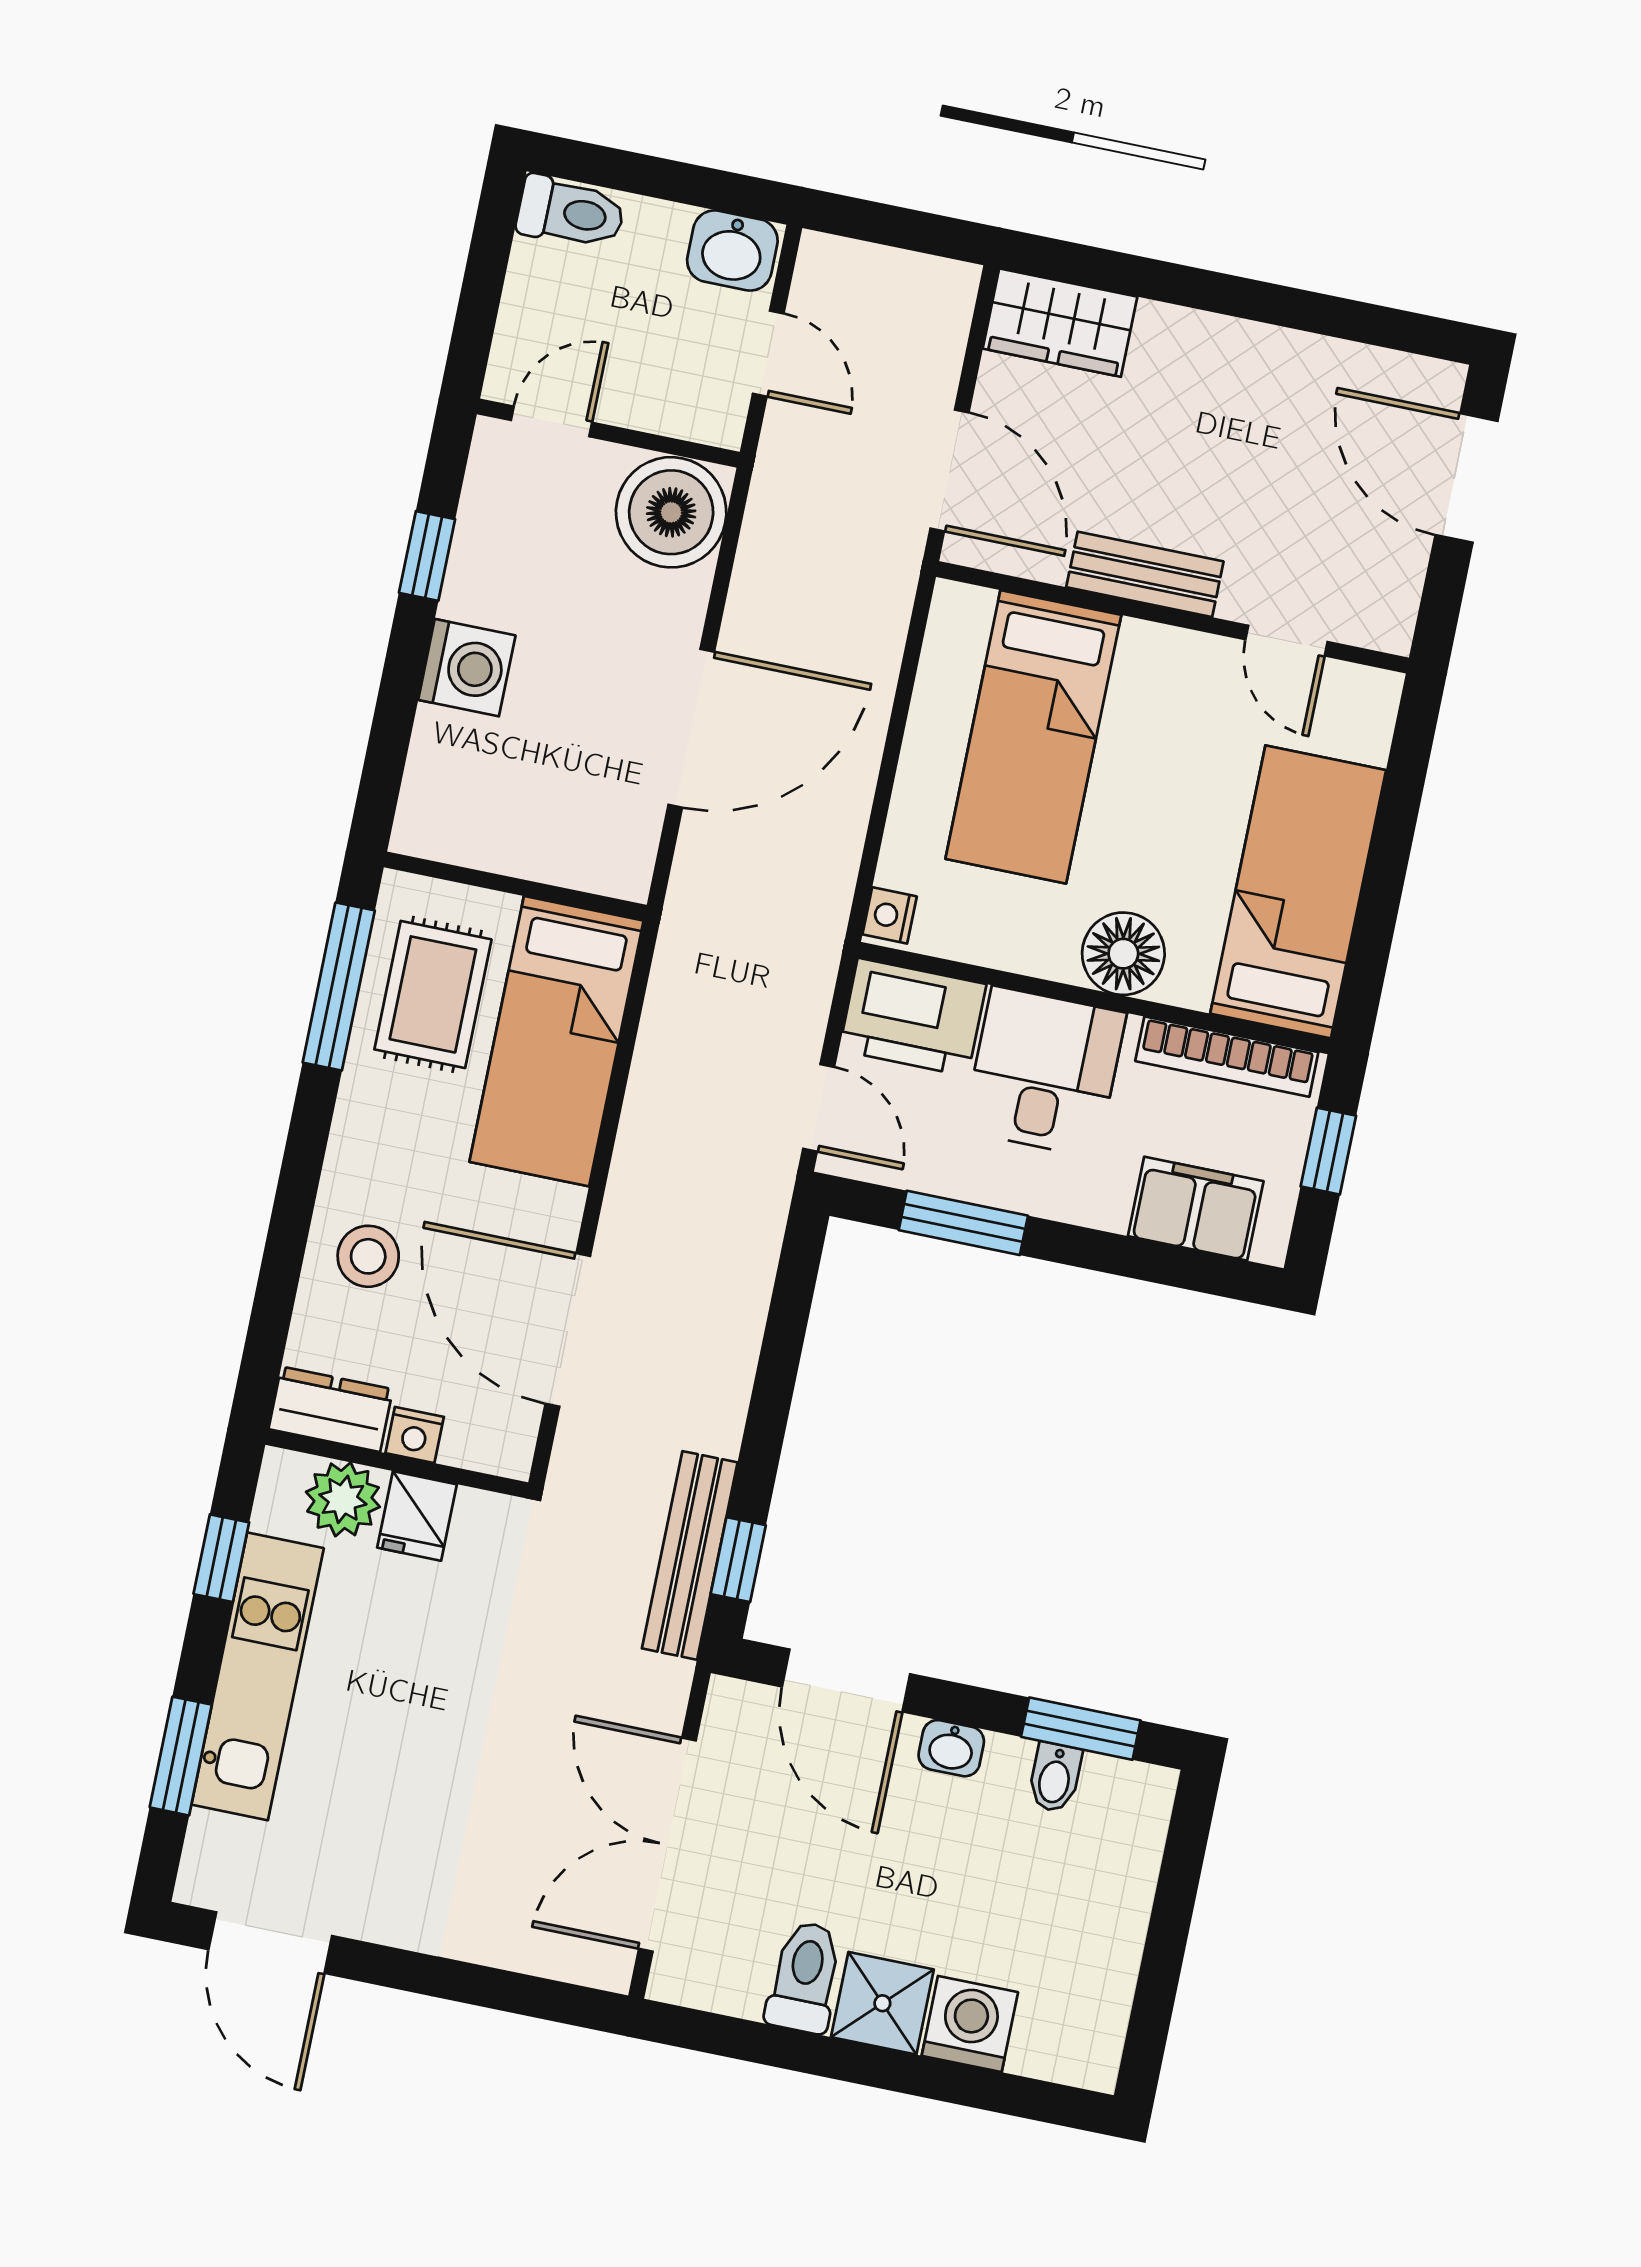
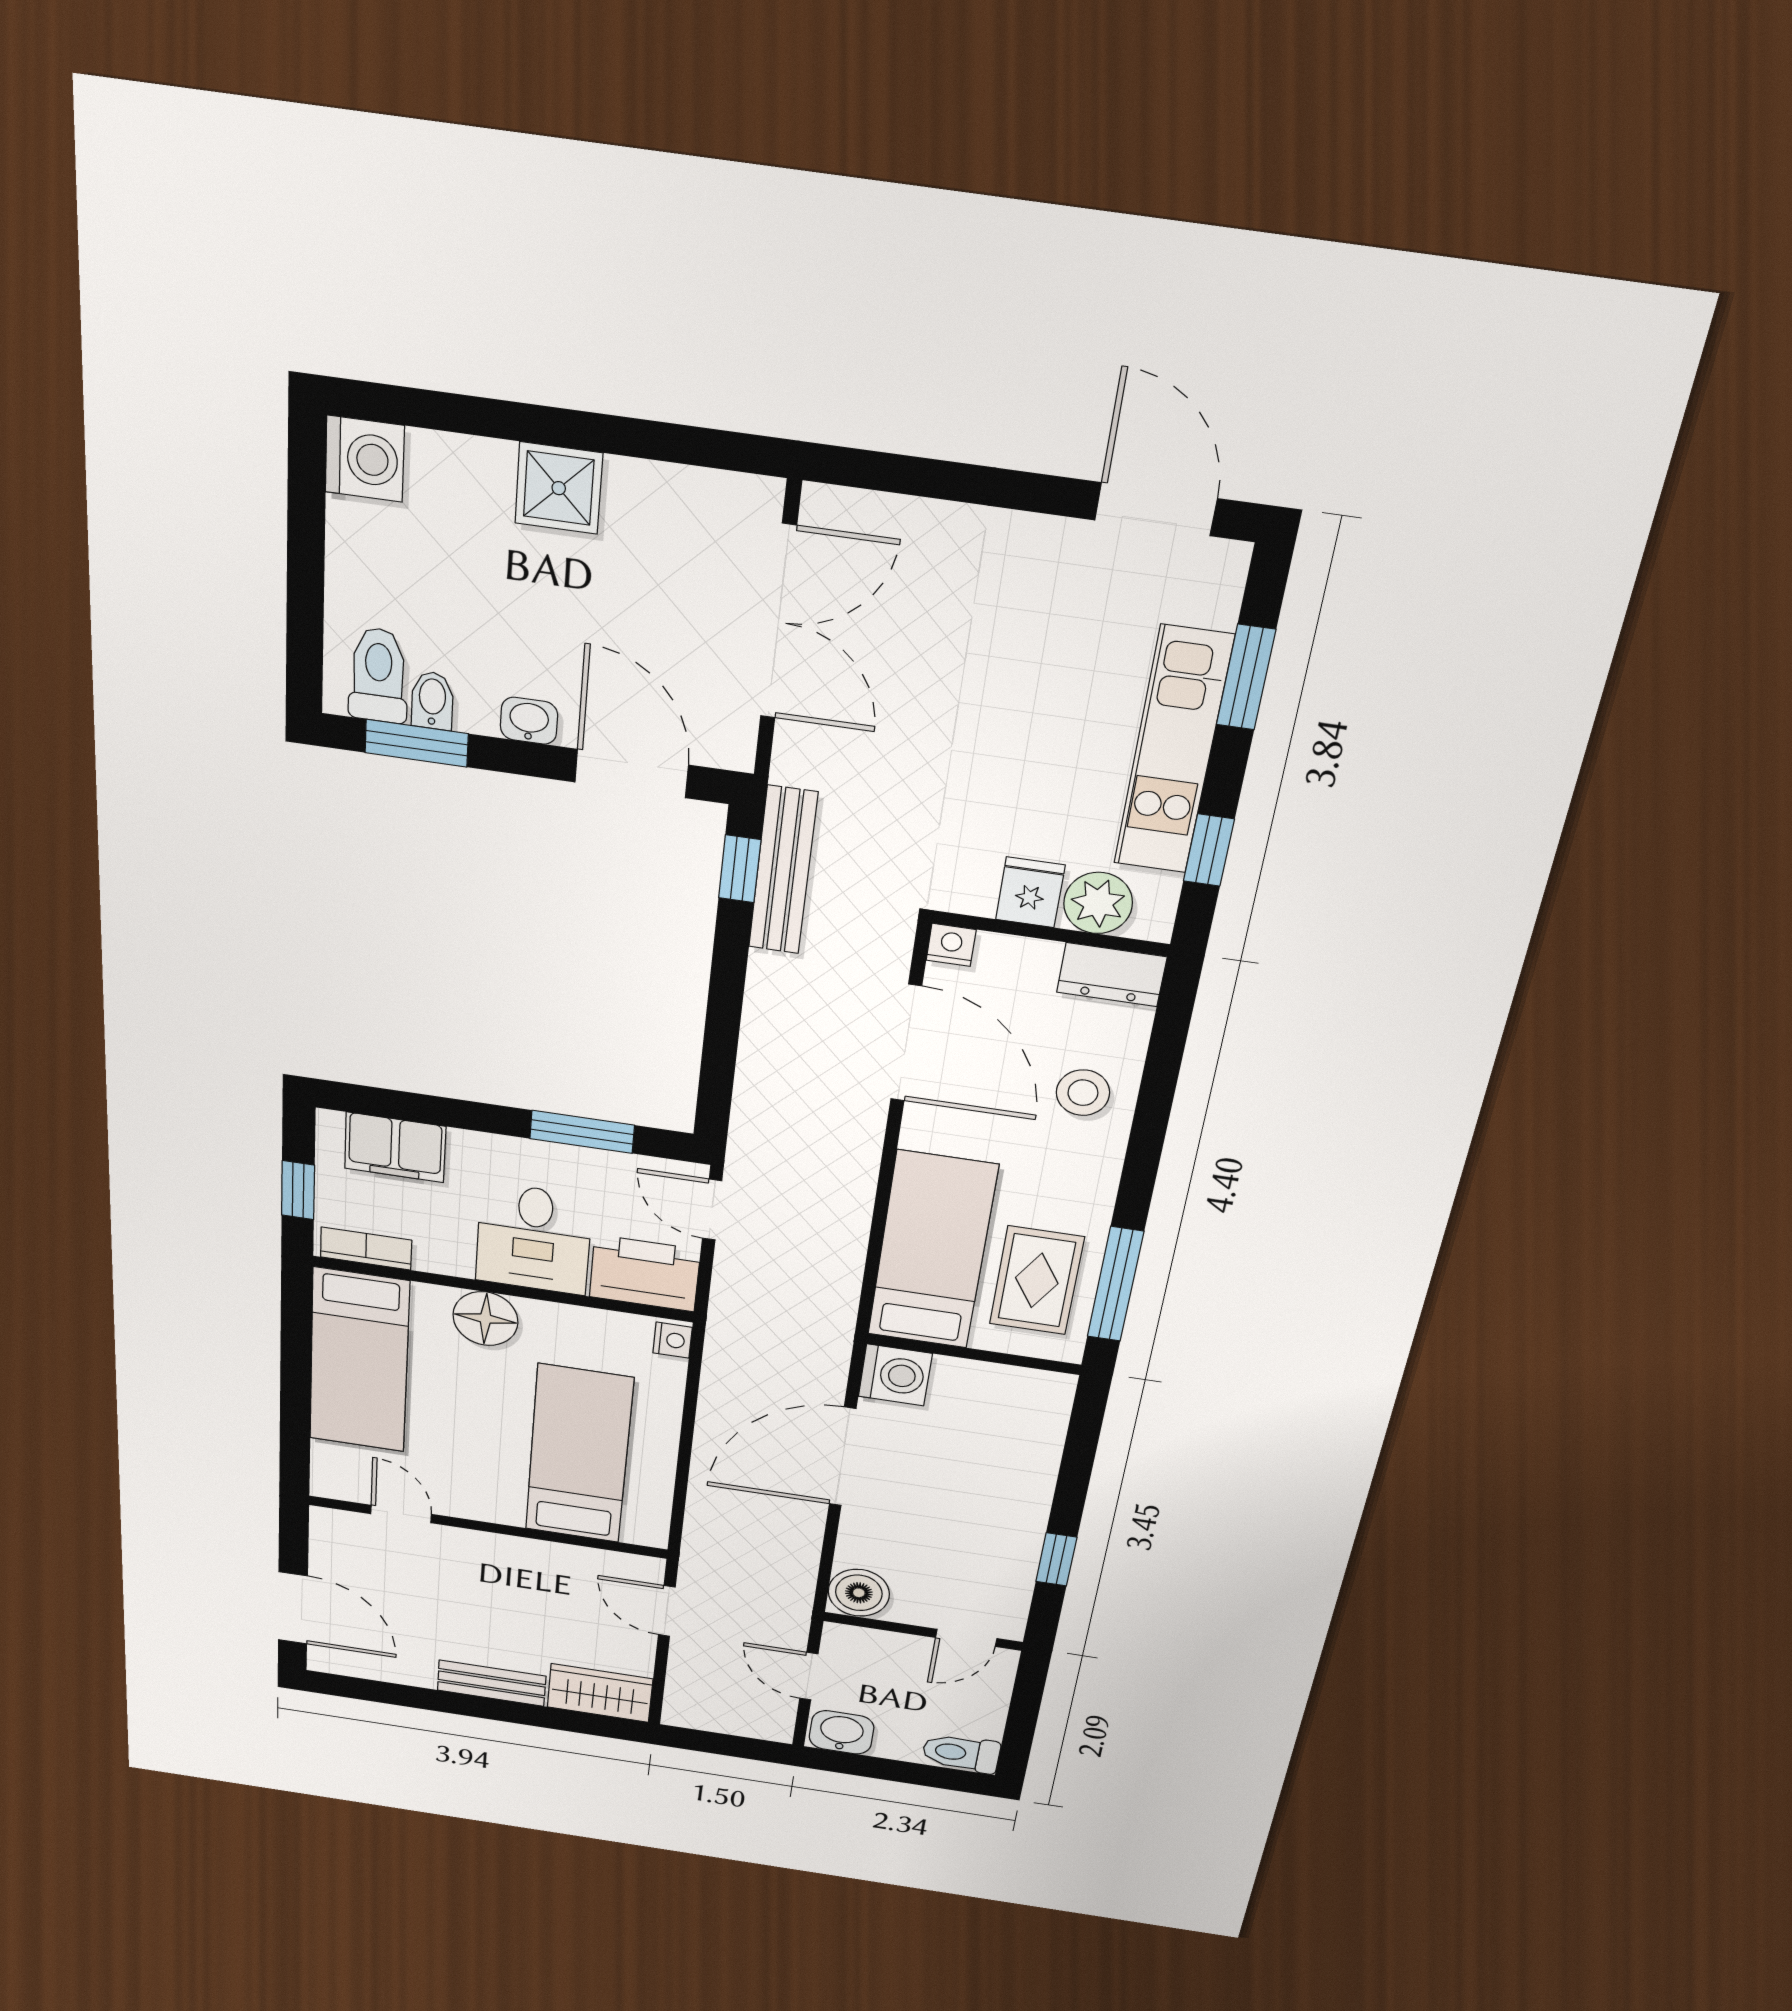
door: (950, 470) -> (667, 1611), width x0.73
boiler: (671, 512) -> (859, 1593), width x0.73, depth x0.73
bench: (1145, 574) -> (492, 1683), moved
washing machine: (467, 668) -> (895, 1375), moved, turned 180
bookcase: (1227, 1057) -> (366, 1249), width x0.64
nightstand: (415, 1435) -> (951, 945), moved
toilet: (805, 1977) -> (378, 675), moved, turned 180
washing machine: (970, 2024) -> (365, 459), moved, turned -90

